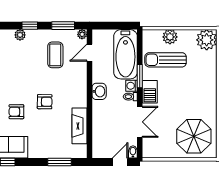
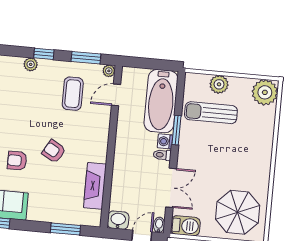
washbasin: (99, 91) -> (118, 220), moved, turned -90
barbecue: (150, 92) -> (185, 226), moved, turned -90
armchair: (45, 102) -> (54, 151), turned -151

